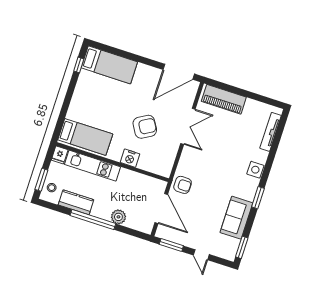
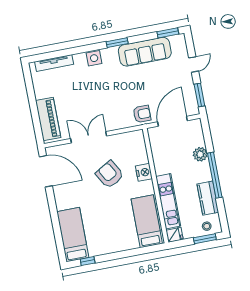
armchair: (183, 185) -> (142, 114), turned 90
sofa: (236, 218) -> (145, 52), width x1.36

